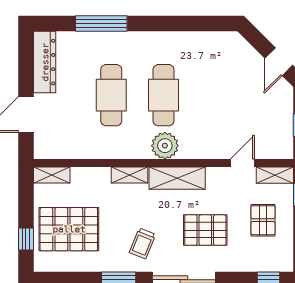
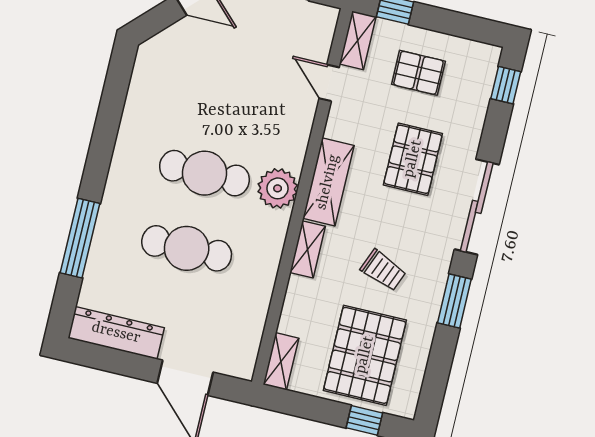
trolley: (142, 243) -> (383, 270), moved

